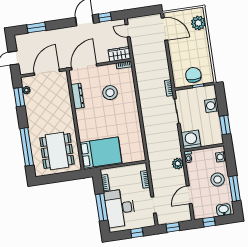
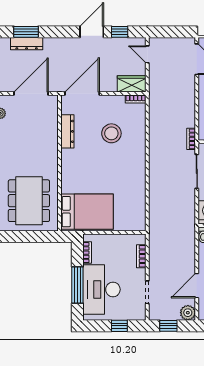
dresser: (38, 36) -> (27, 44), added
plant: (178, 164) -> (188, 313), moved

